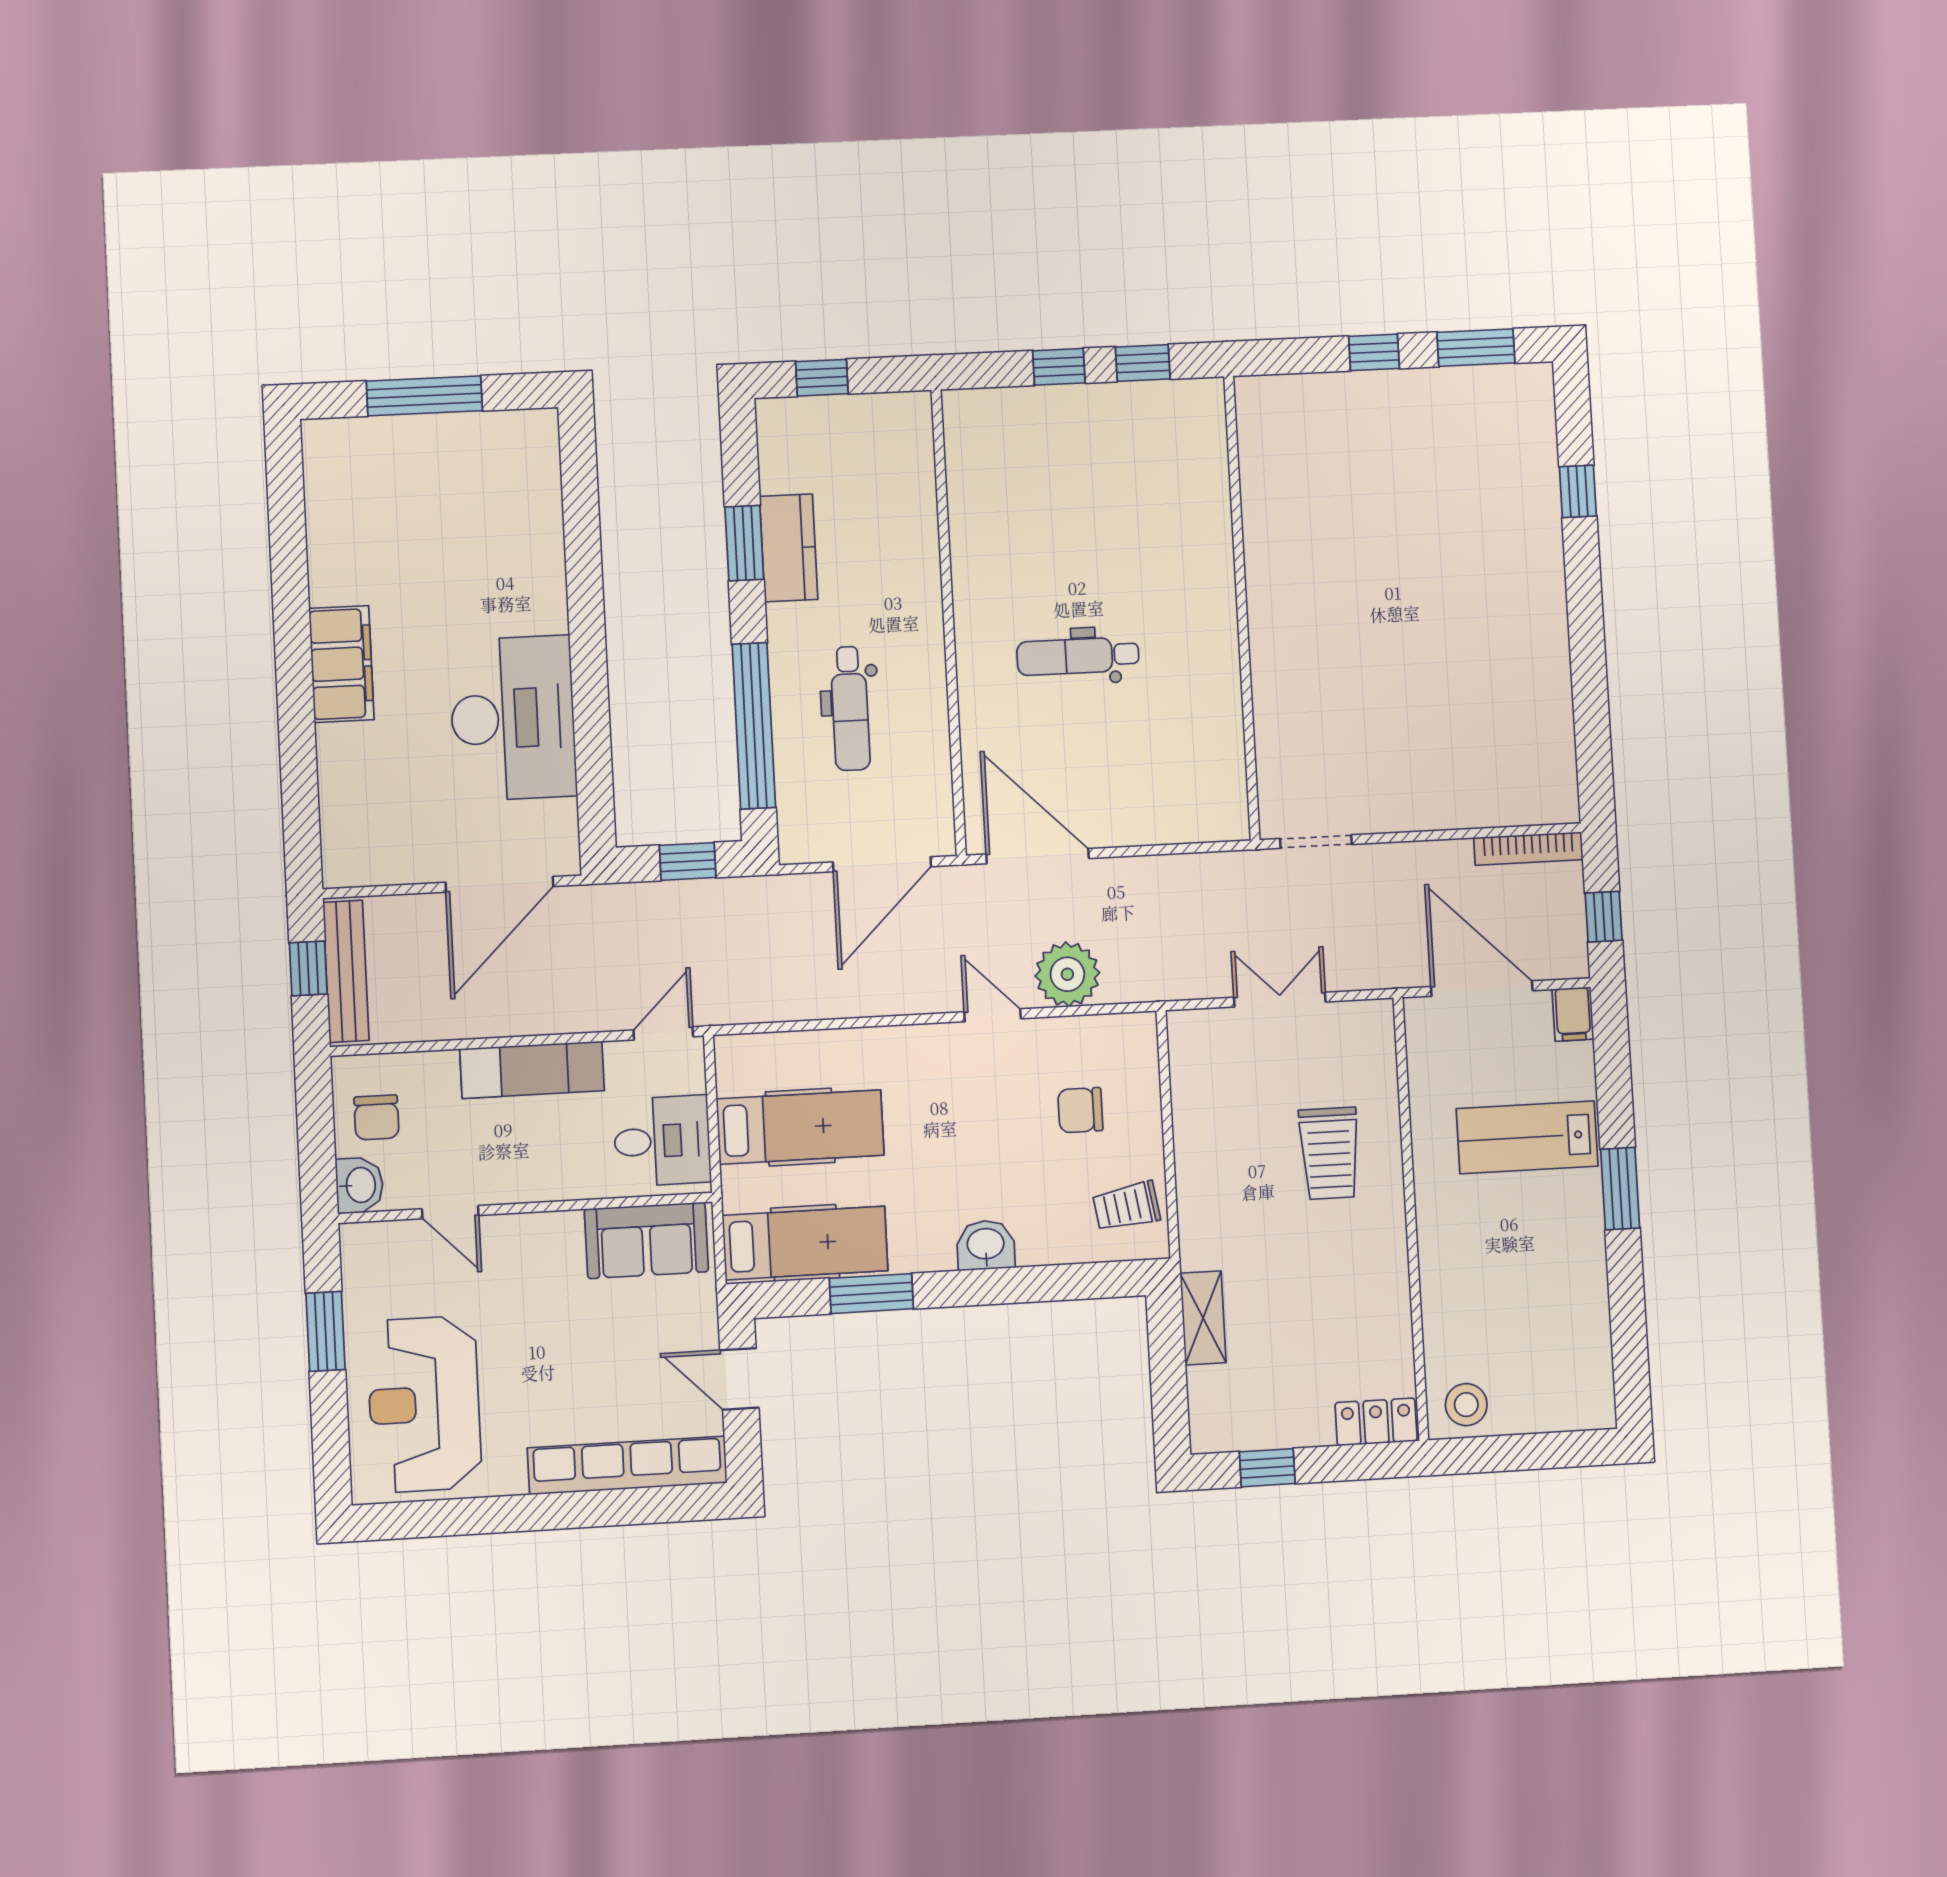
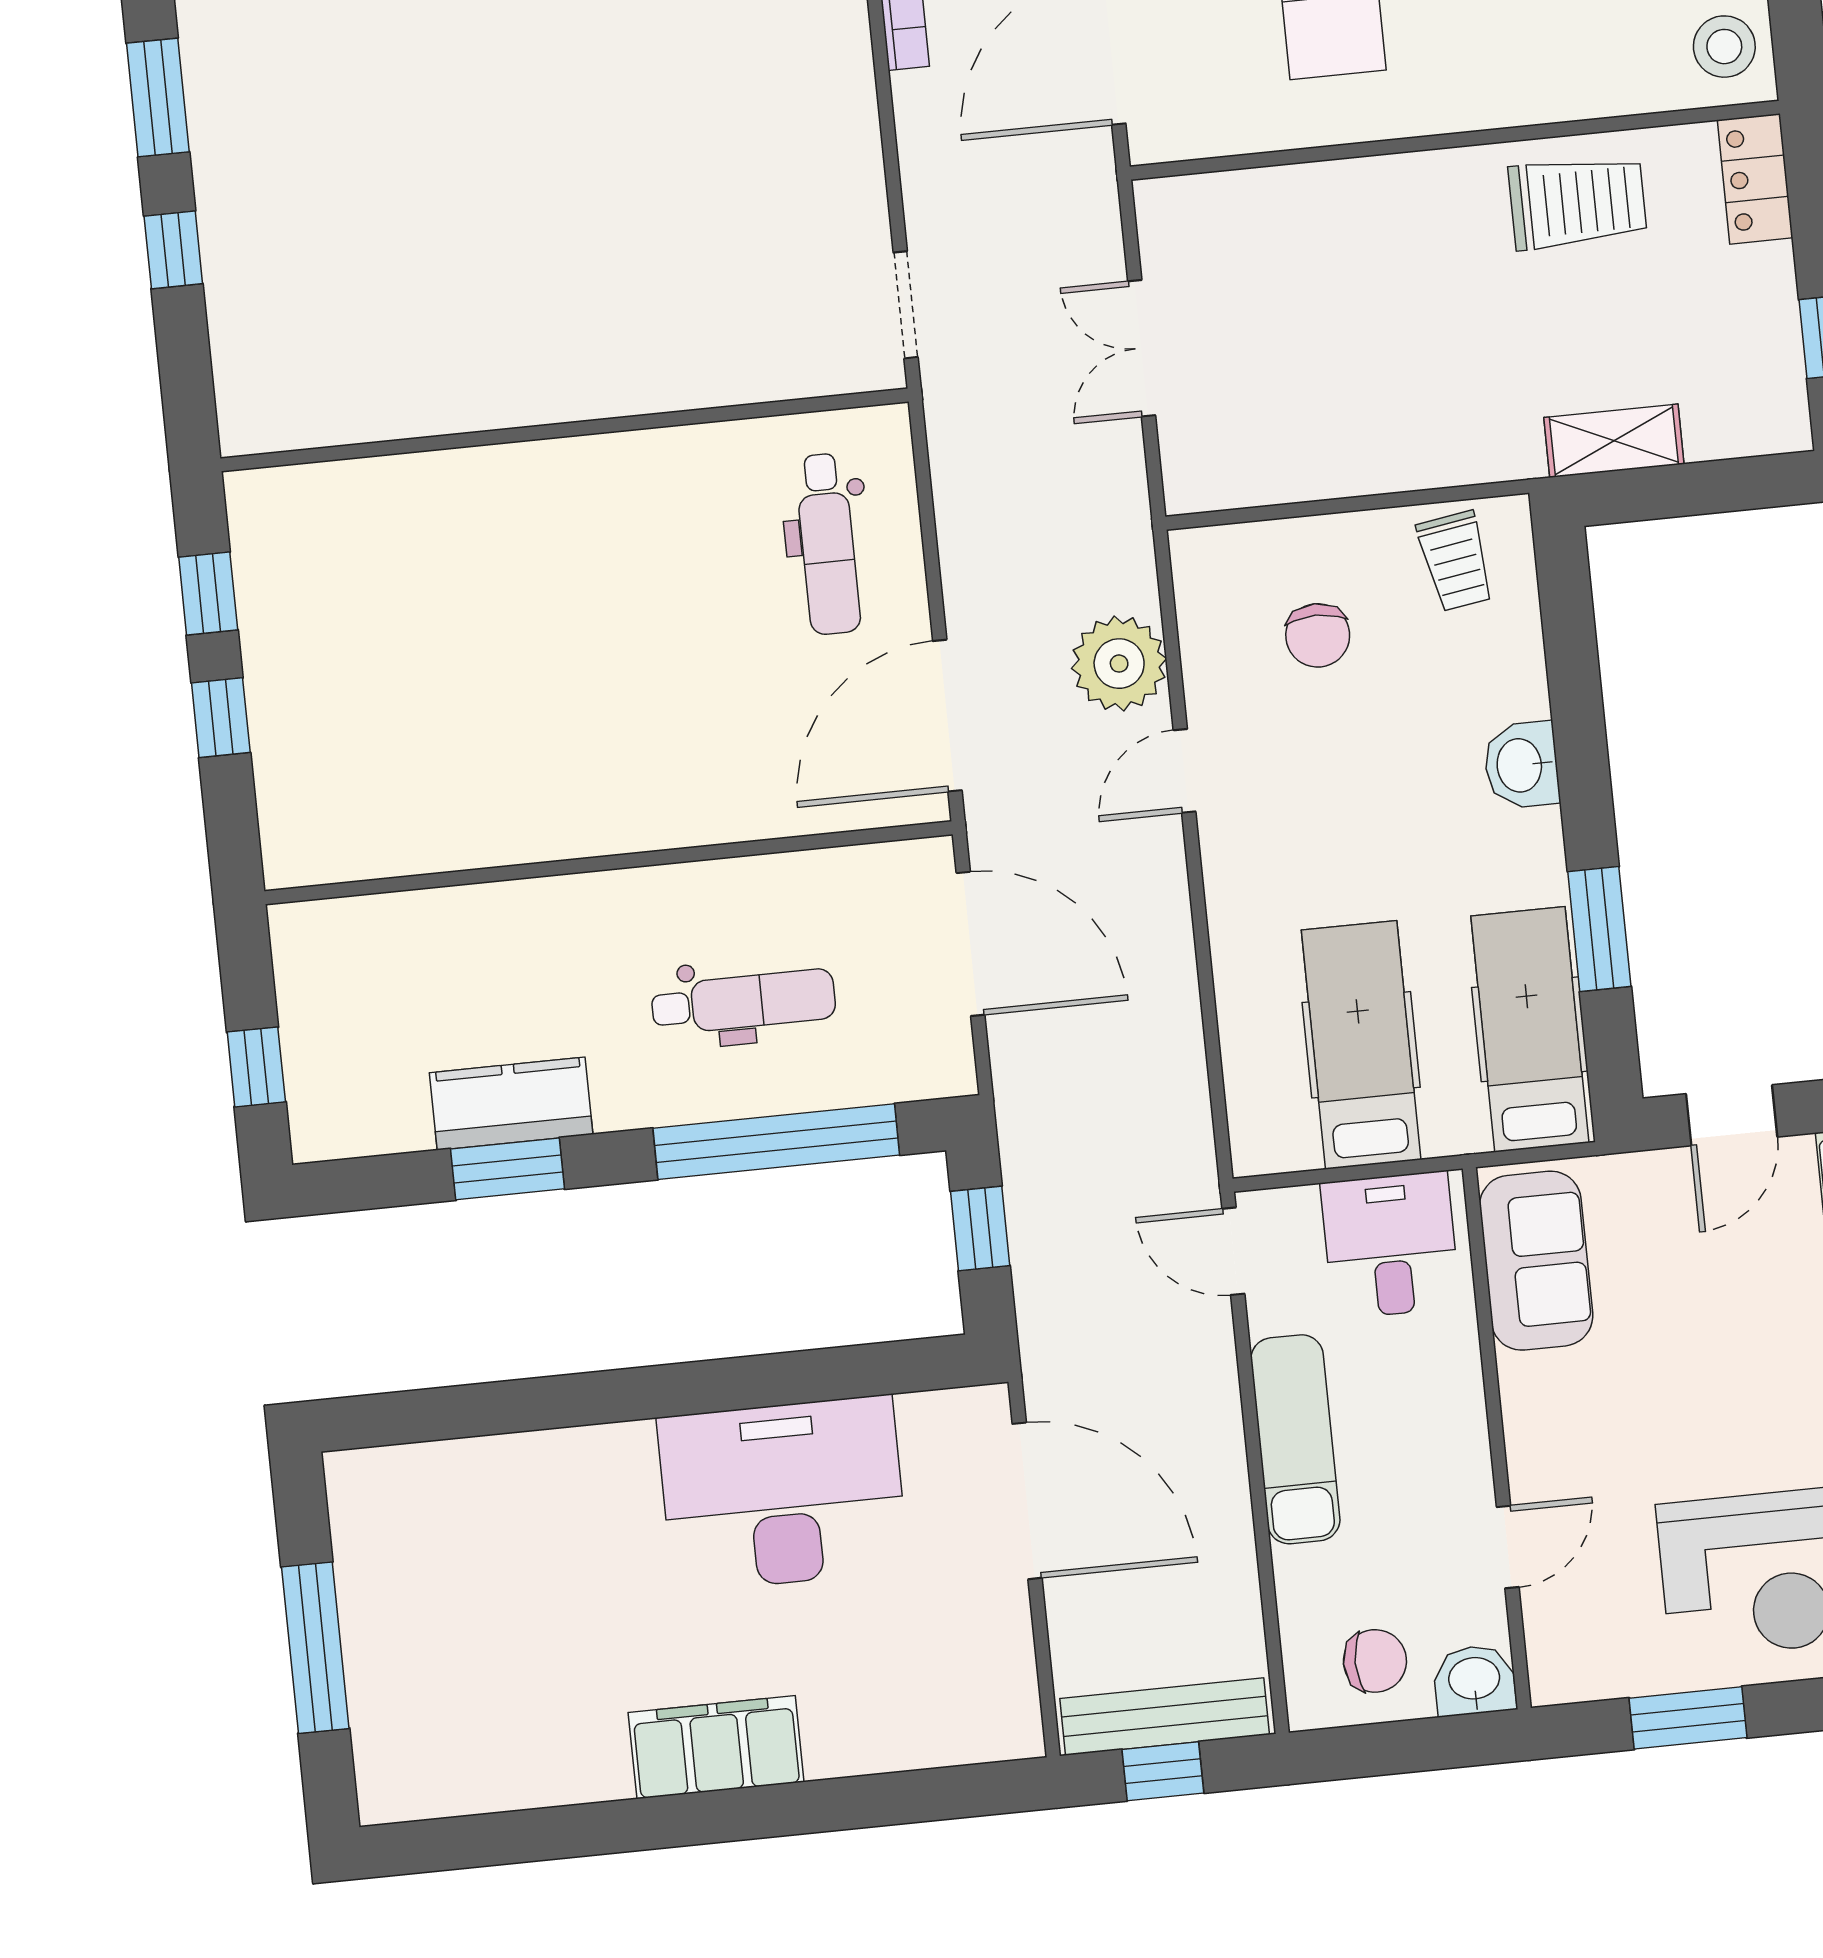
dental chair: (1078, 656) -> (828, 544), moved
trolley: (1329, 1153) -> (1578, 202), moved

